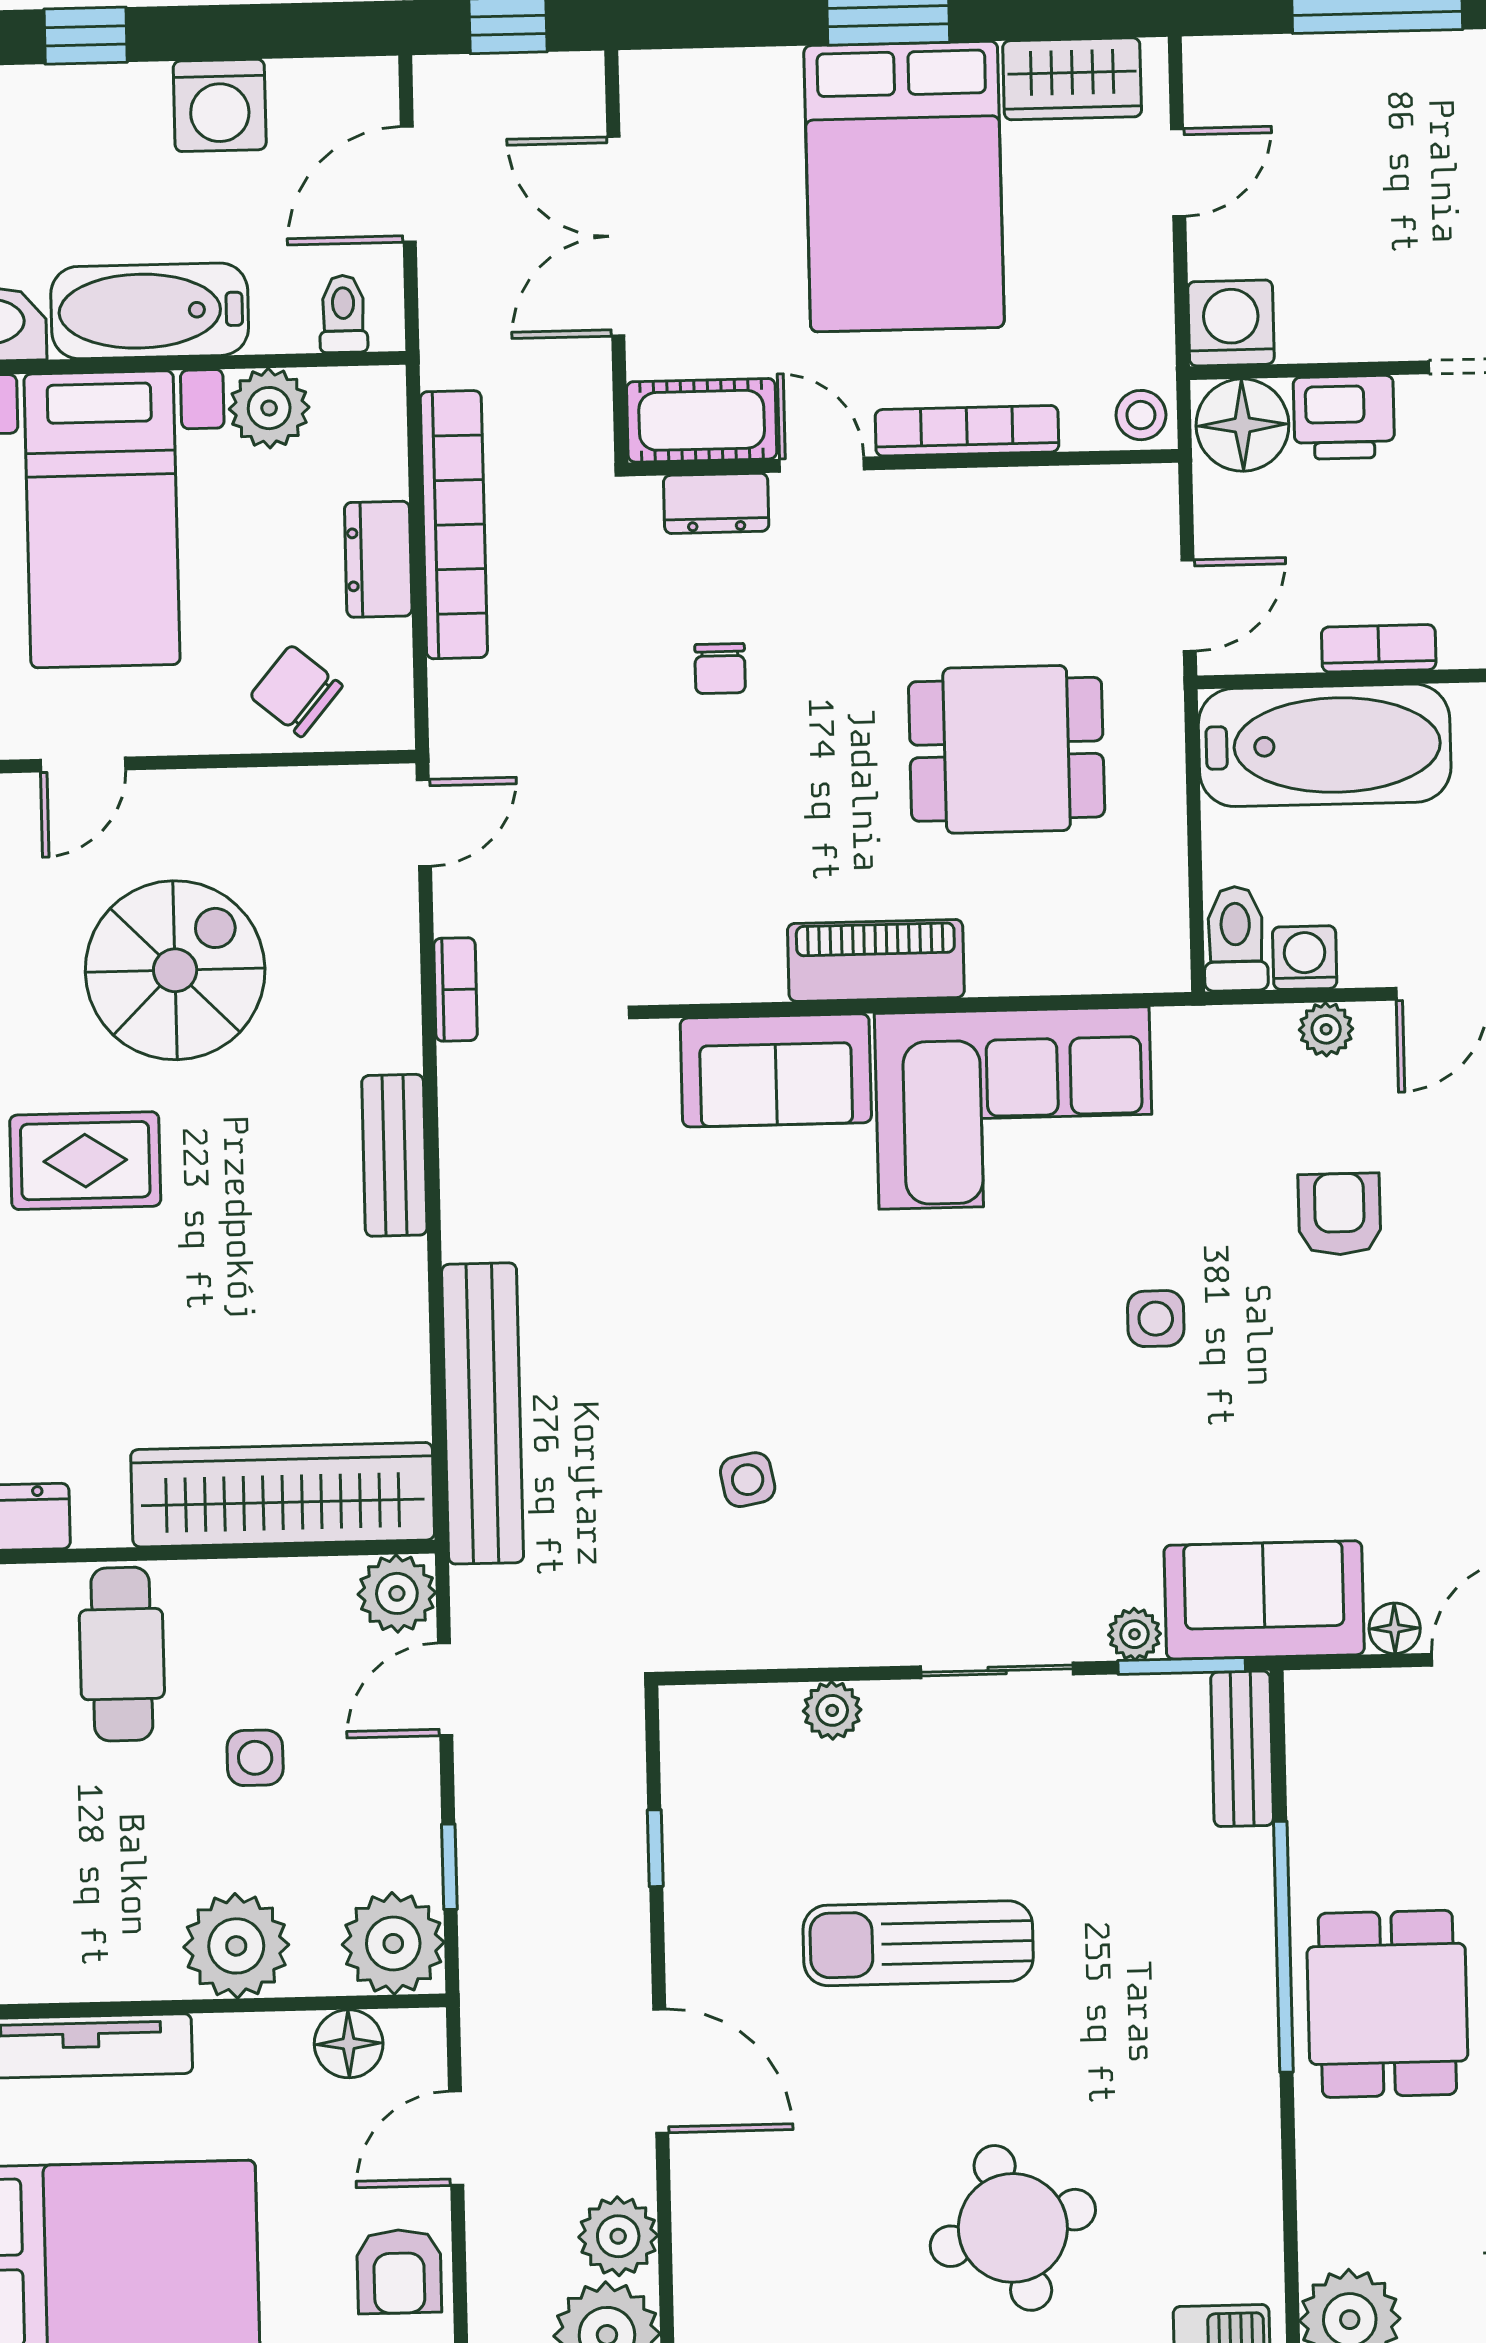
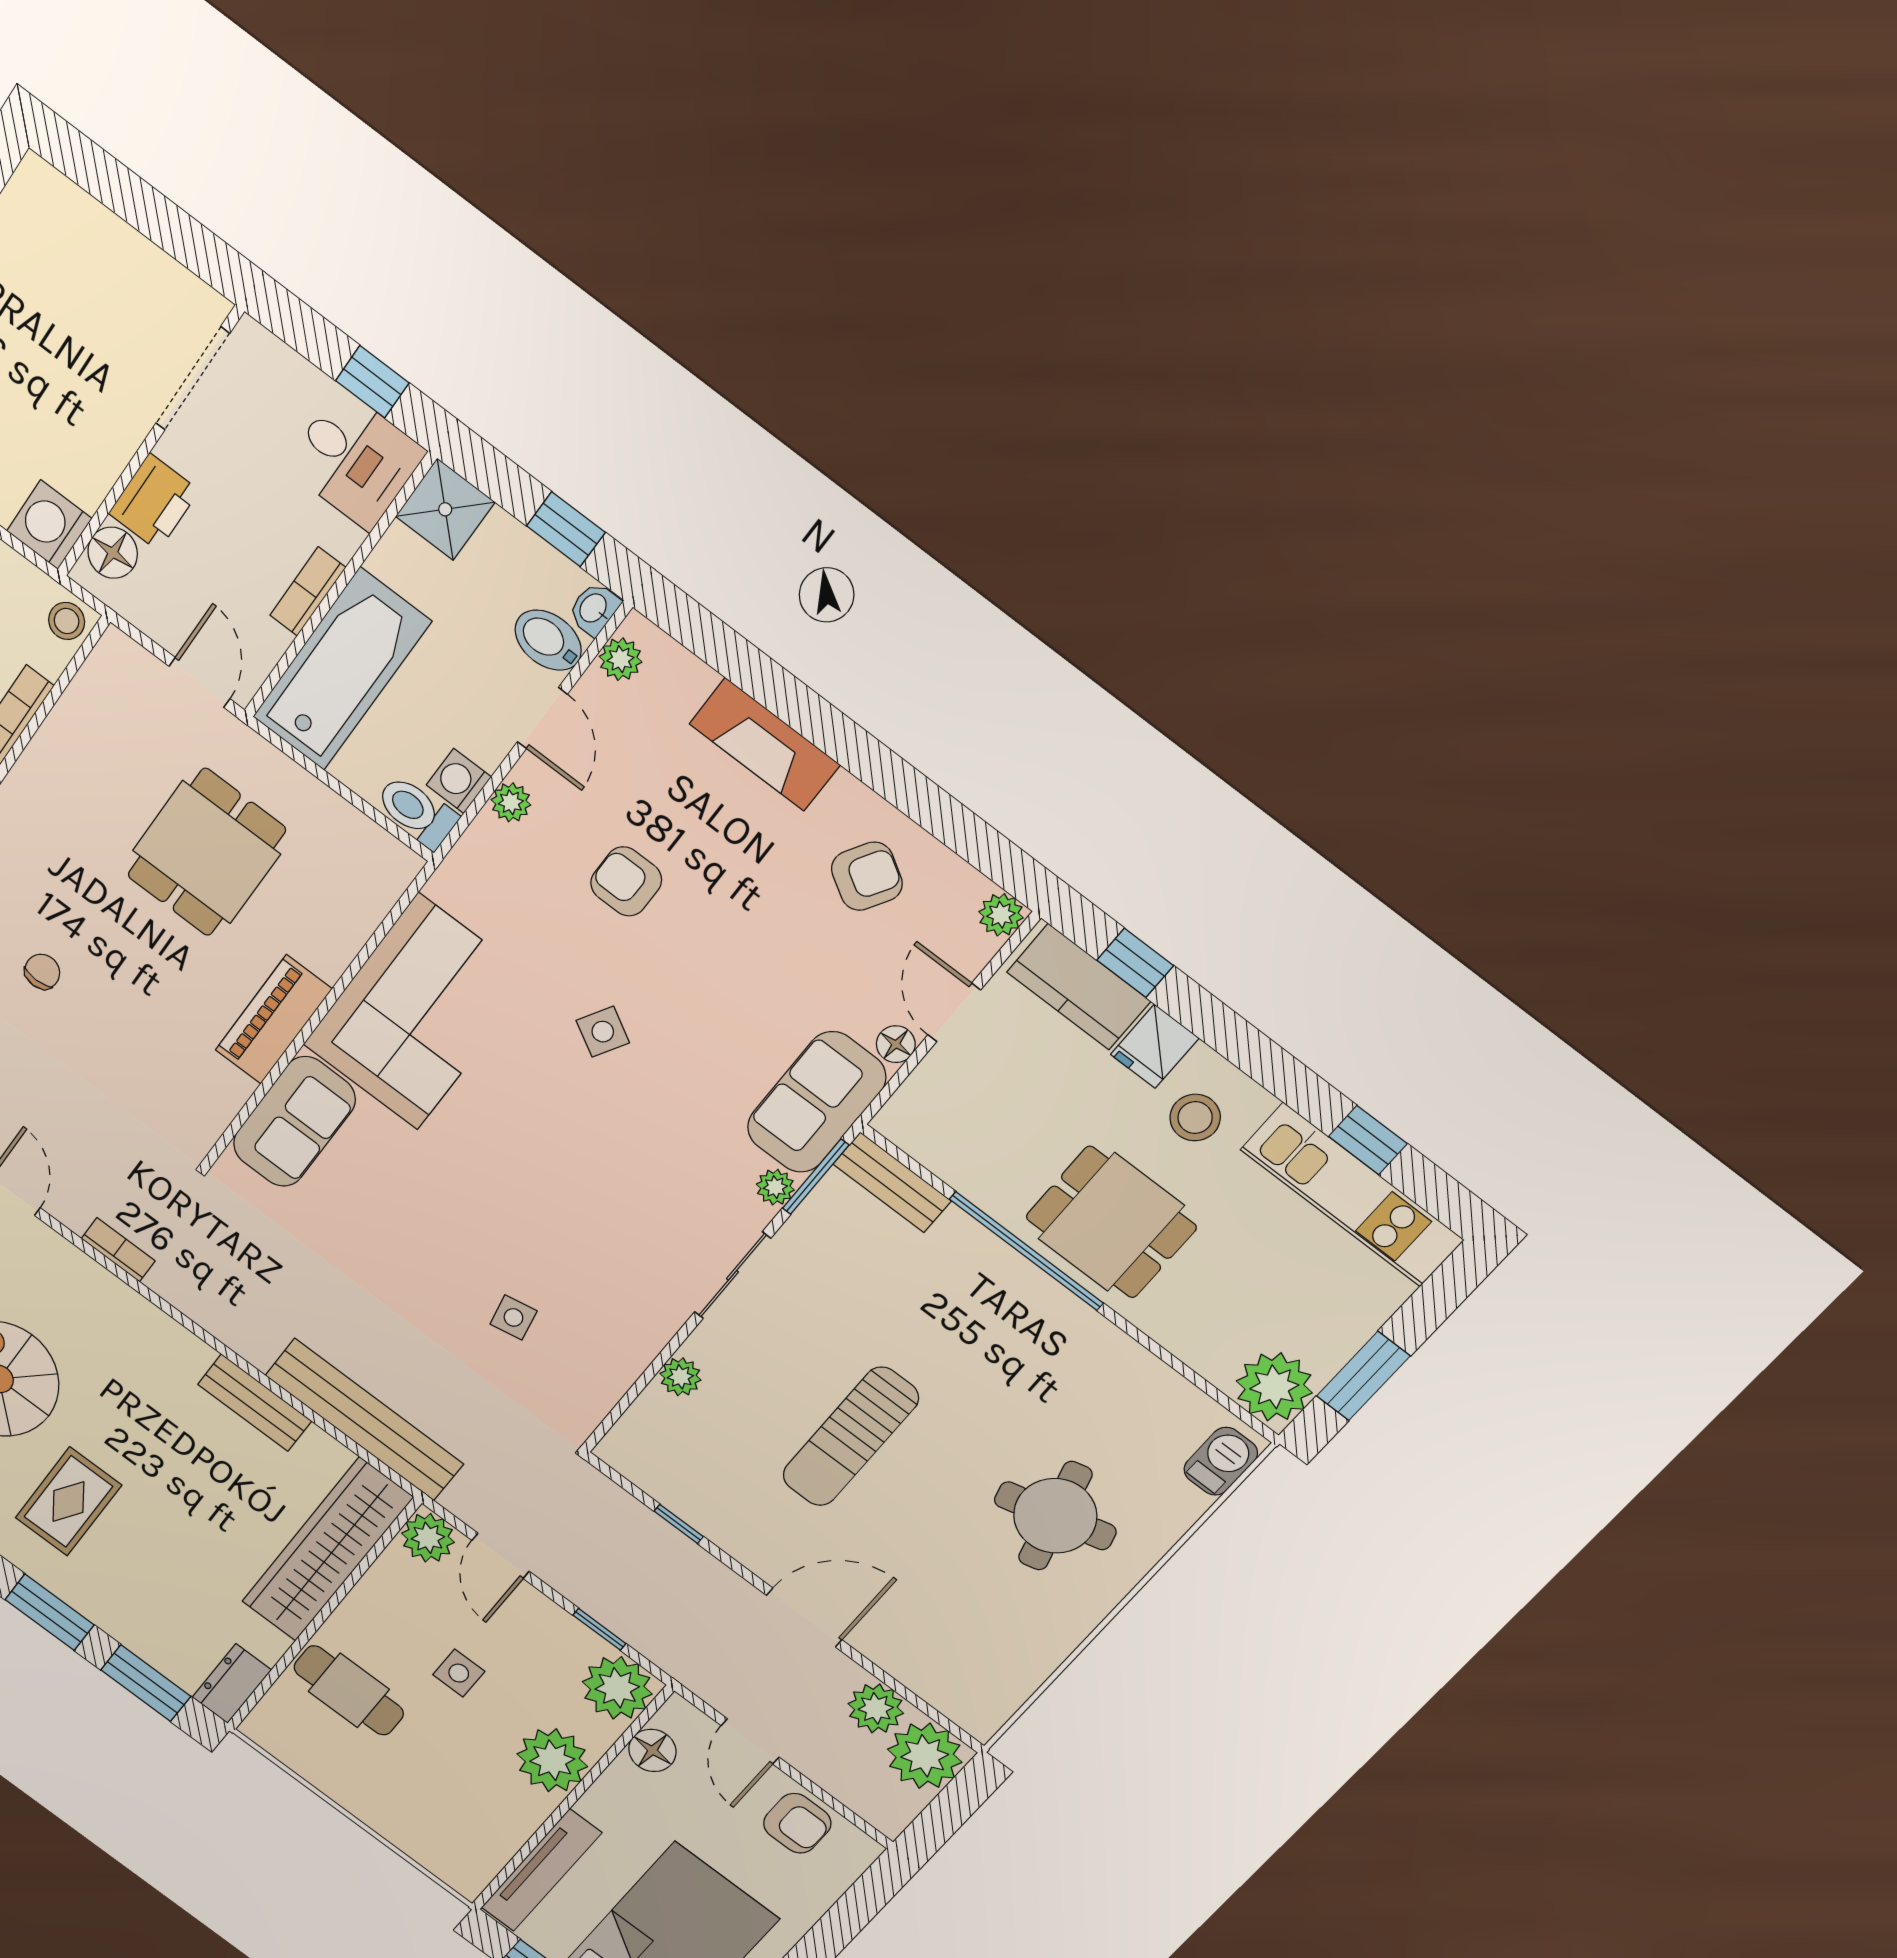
floor lamp: (1242, 425) -> (113, 553), width x0.73, depth x0.73
chair: (720, 669) -> (42, 972), turned -90
bench: (394, 1155) -> (255, 1403), moved
side table: (1156, 1319) -> (603, 1032), turned 30

